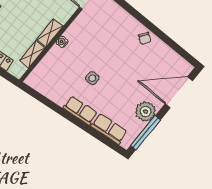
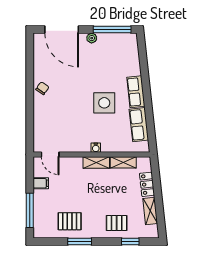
side table: (92, 78) -> (104, 103), width x1.87, depth x1.87
plant: (146, 111) -> (92, 38), width x0.53, depth x0.53
row of seats: (109, 129) -> (139, 125), moved

